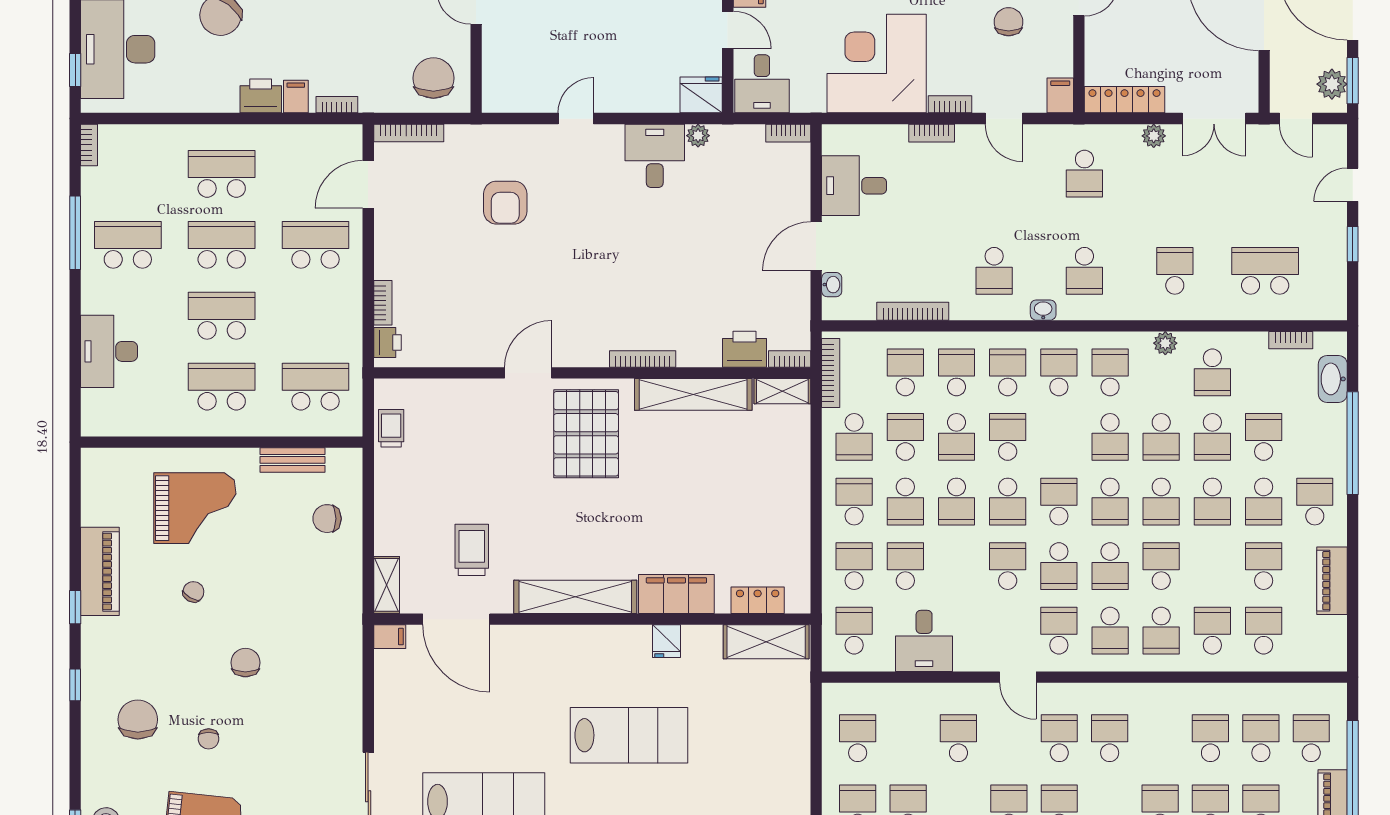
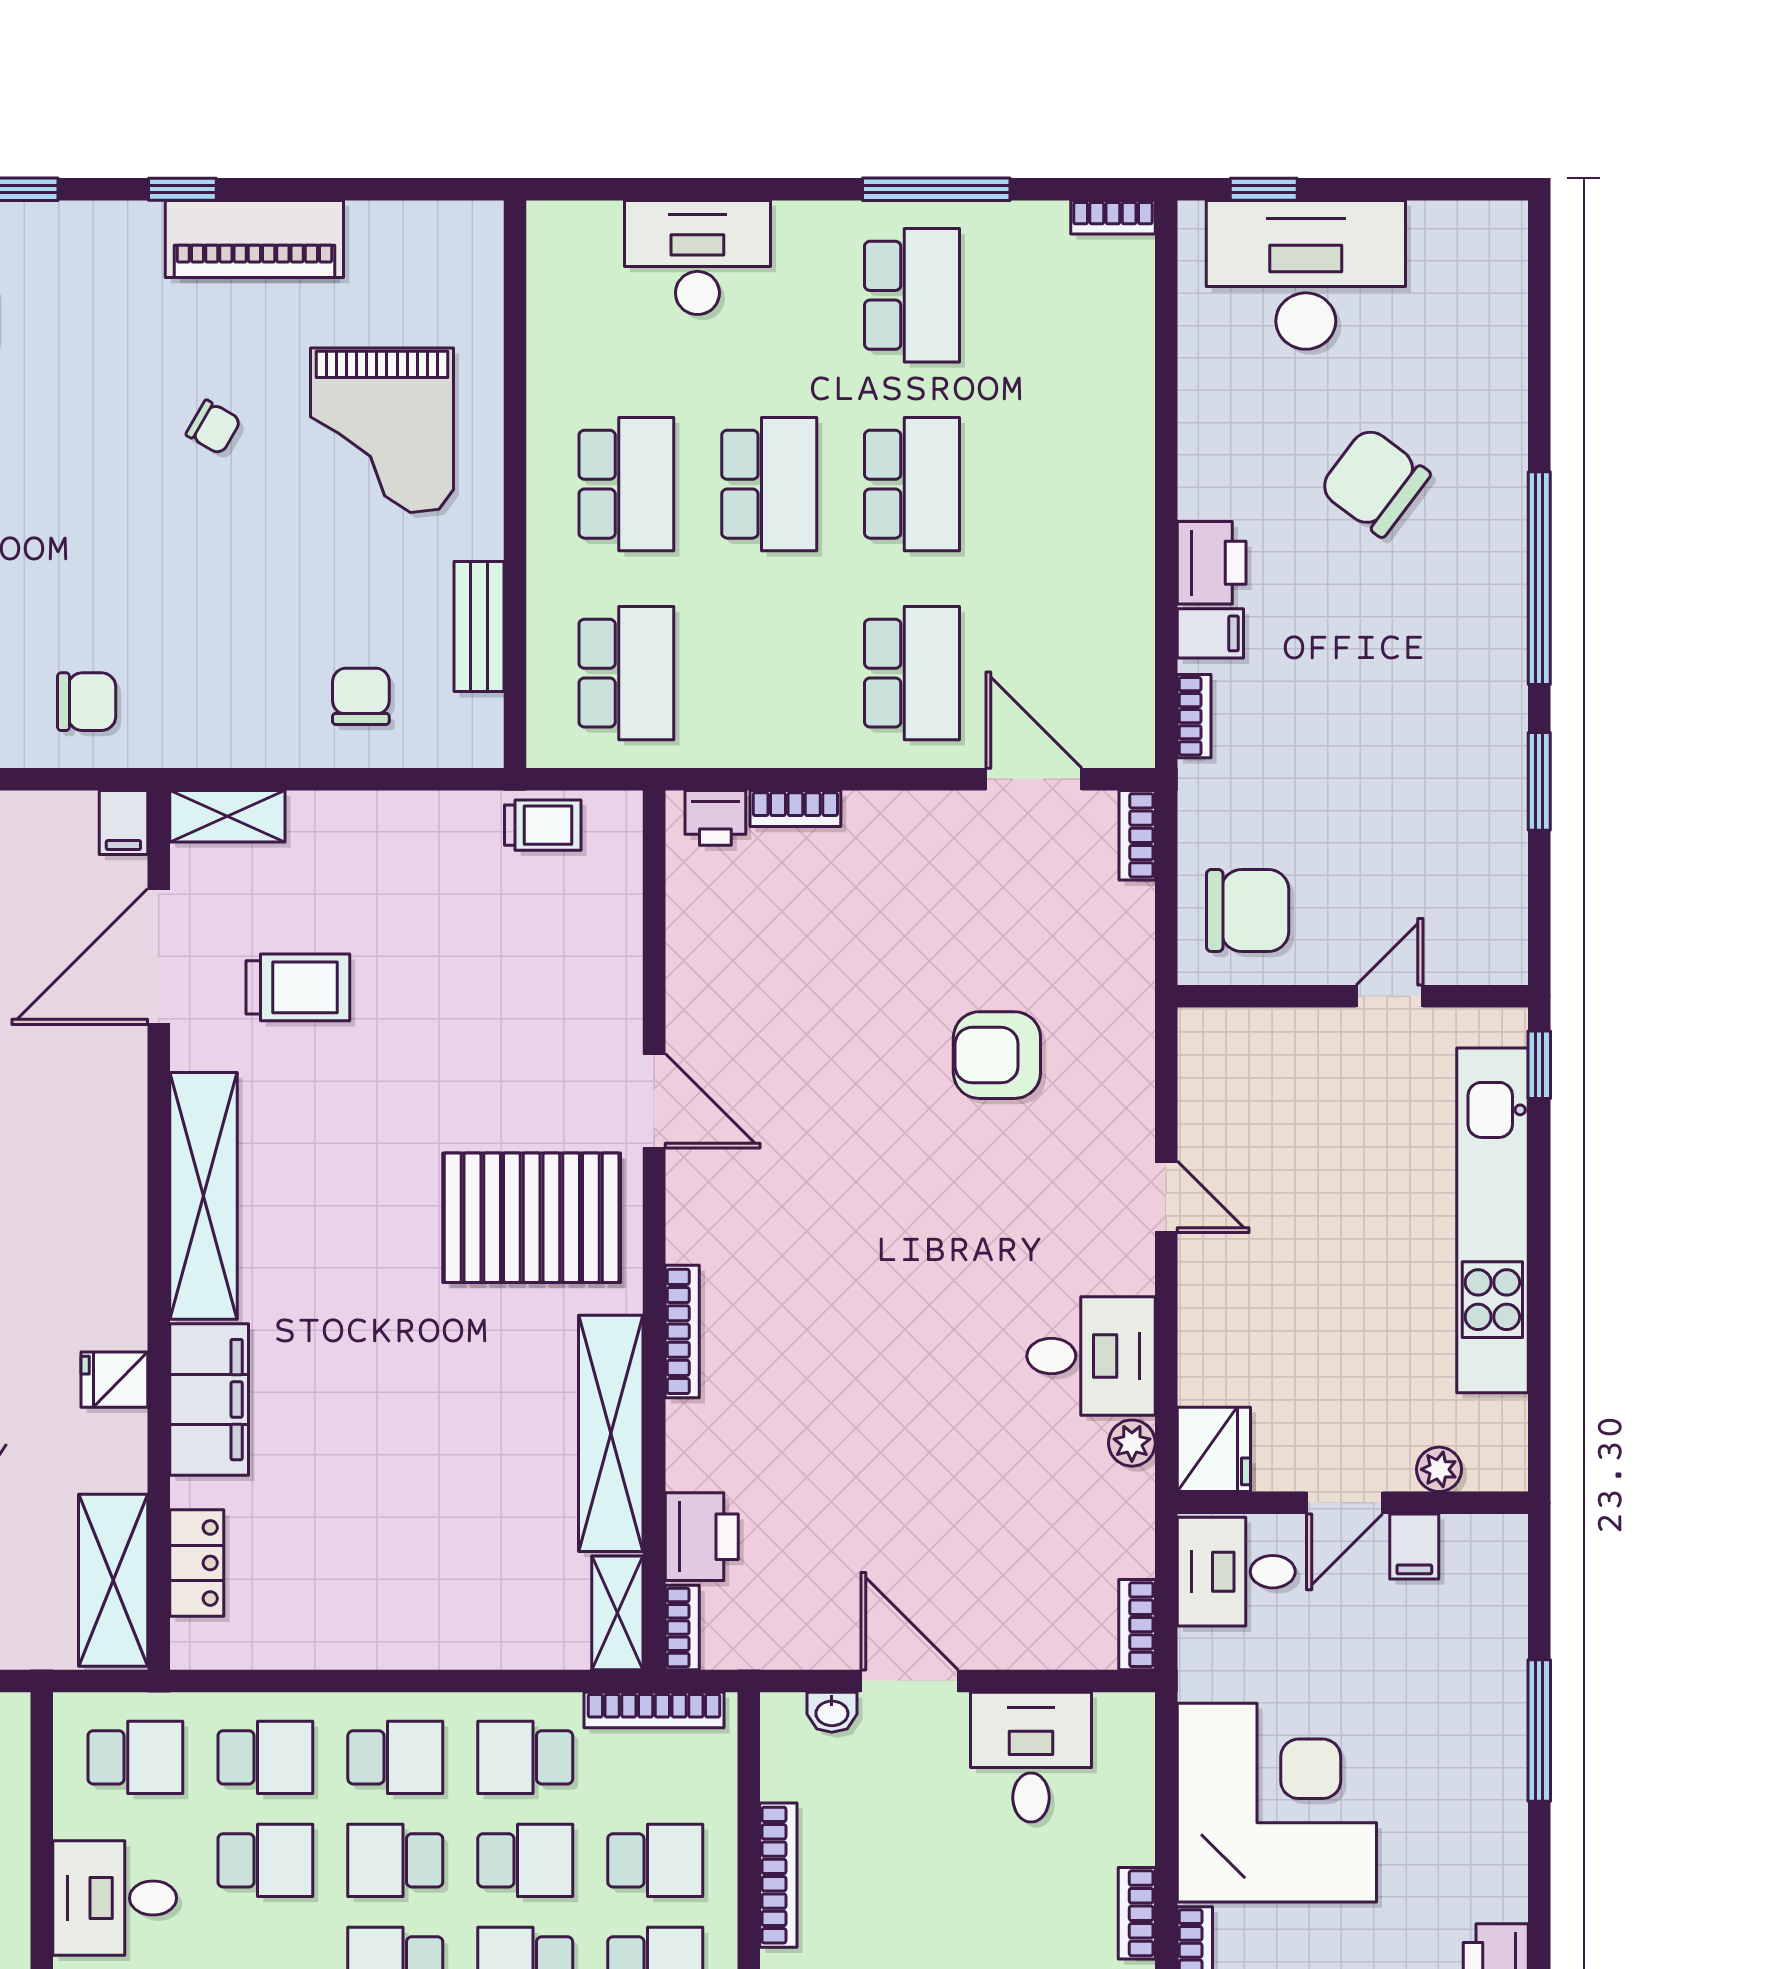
bookcase: (409, 133) -> (1137, 835), width x0.64
school desk: (222, 174) -> (1055, 484), removed
chair: (245, 663) -> (87, 702), moved

